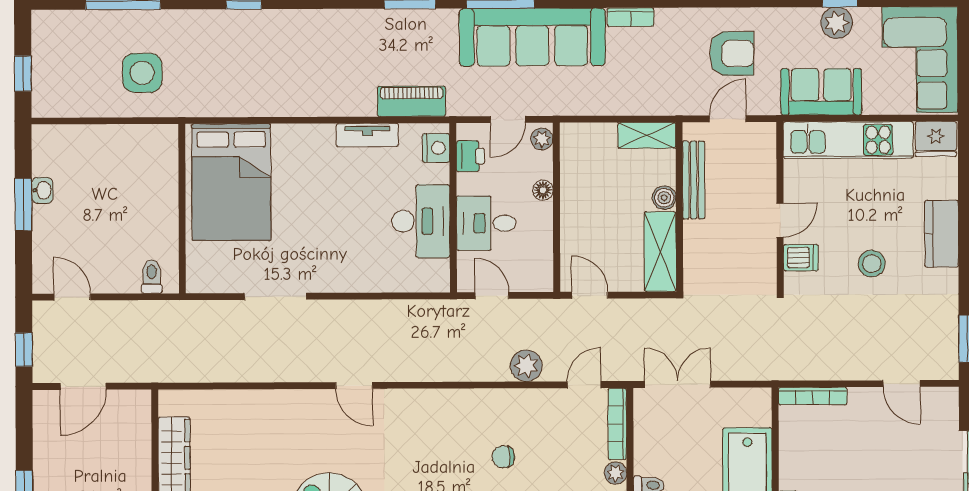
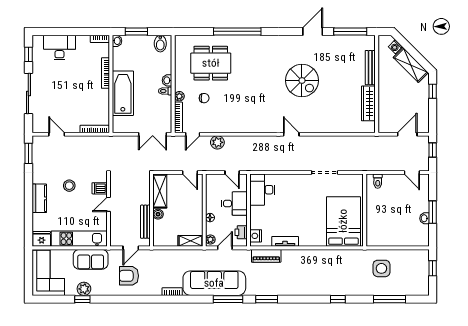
shelving: (647, 135) -> (190, 241), moved
desk: (421, 221) -> (262, 190), moved
chair: (503, 457) -> (204, 98), moved

